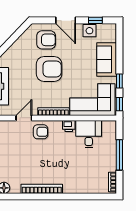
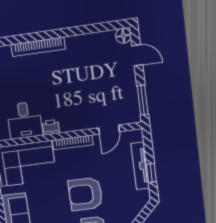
armchair: (41, 132) -> (85, 115), removed
bookcase: (42, 189) -> (38, 47), moved

